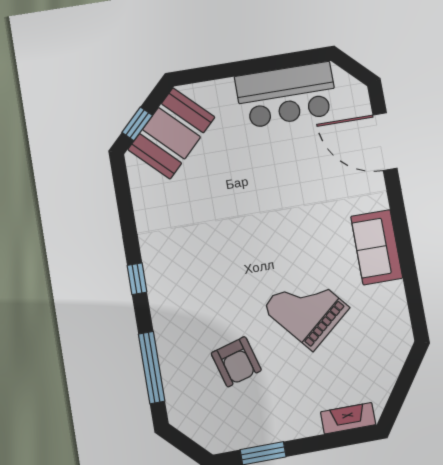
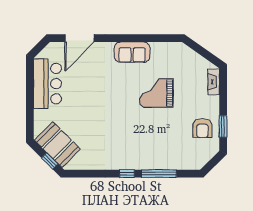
grand piano: (306, 308) -> (156, 93), turned 40
armchair: (236, 362) -> (202, 128), moved, turned 106
window: (152, 368) -> (159, 174), moved

